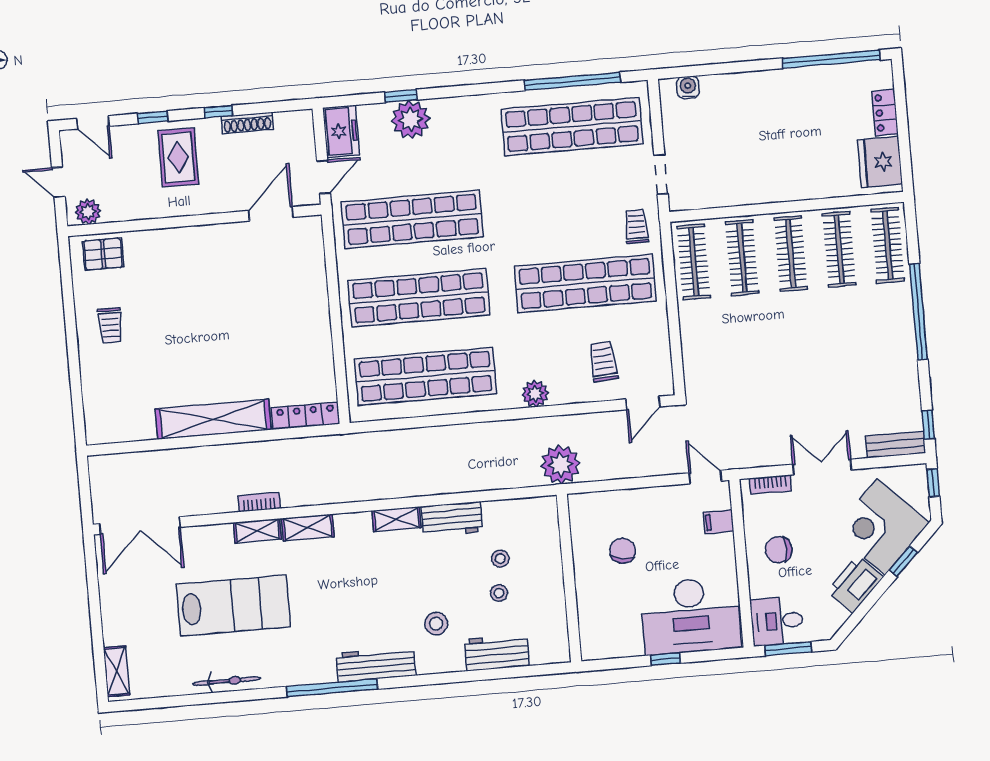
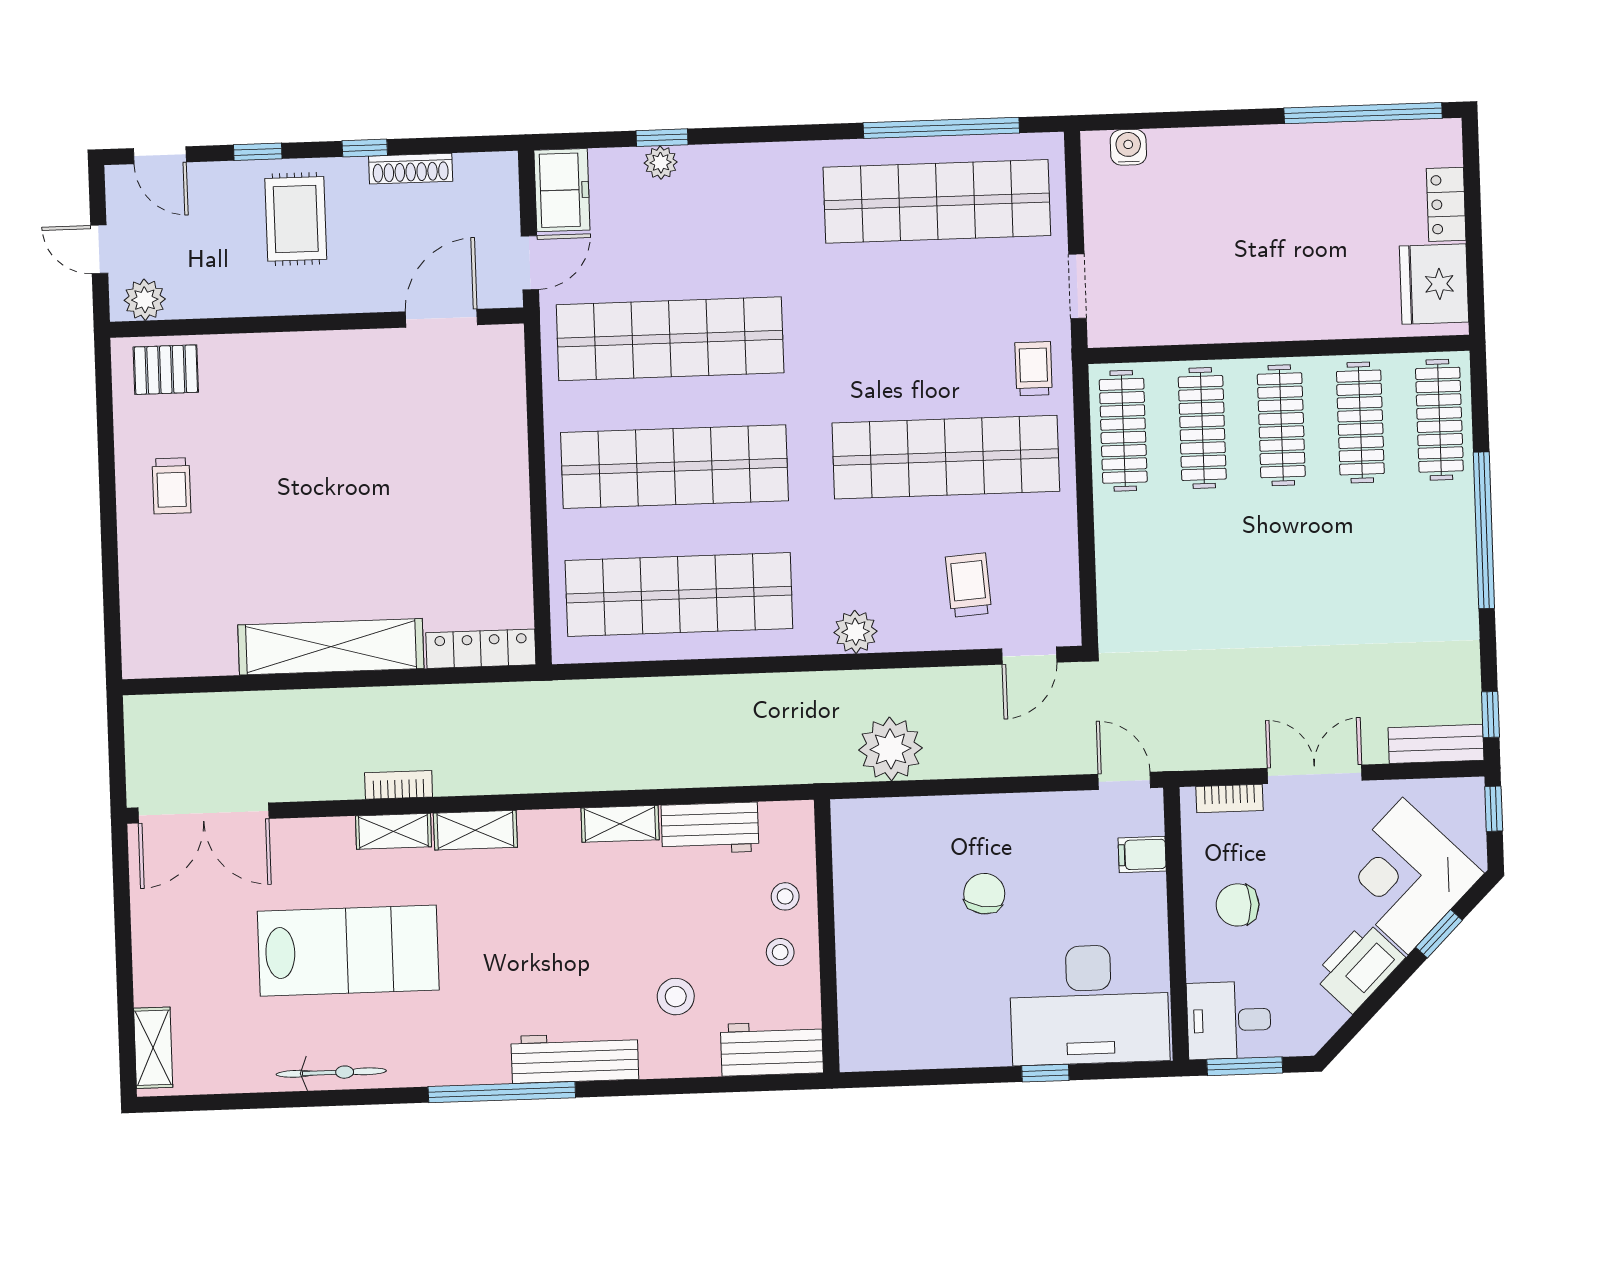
plant: (411, 120) -> (661, 163), width x0.53, depth x0.53
wall: (569, 578) -> (827, 936), moved

